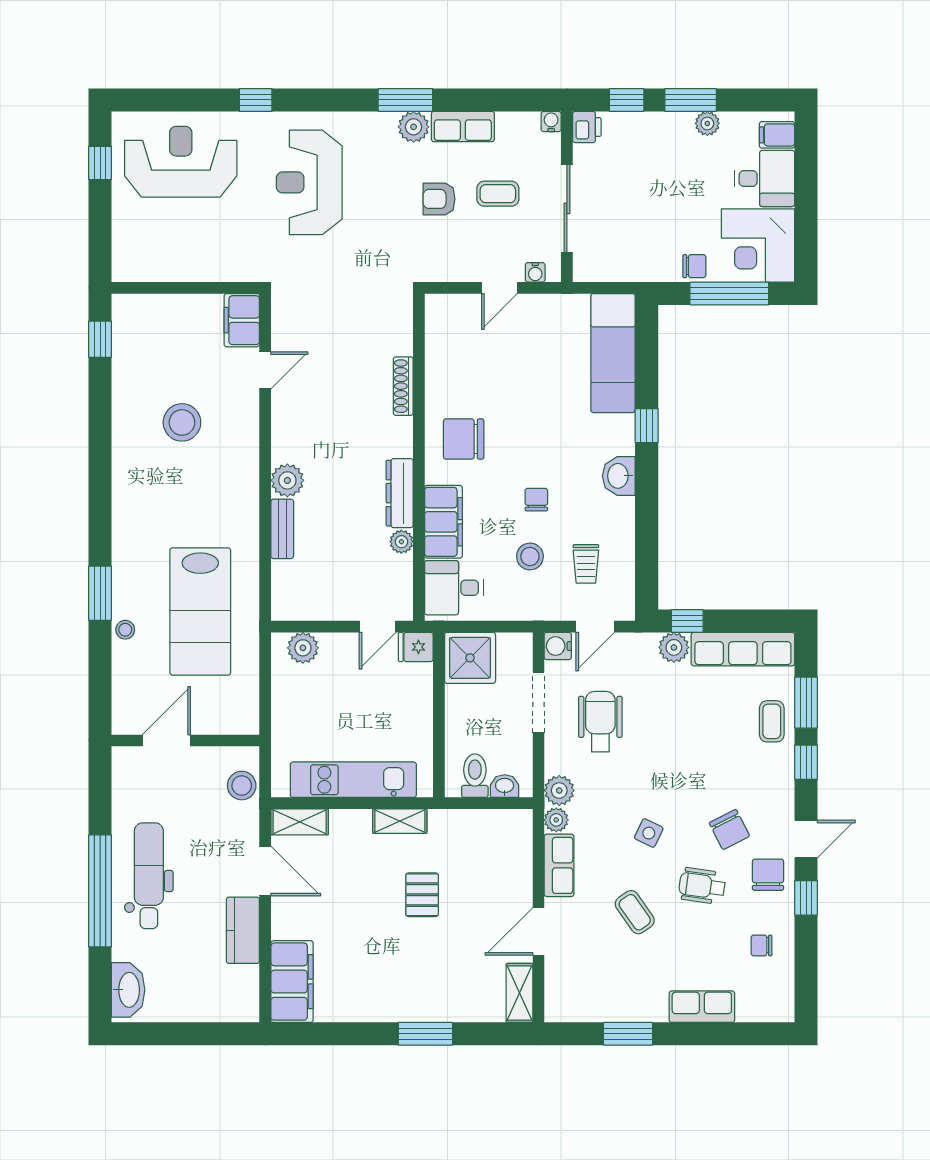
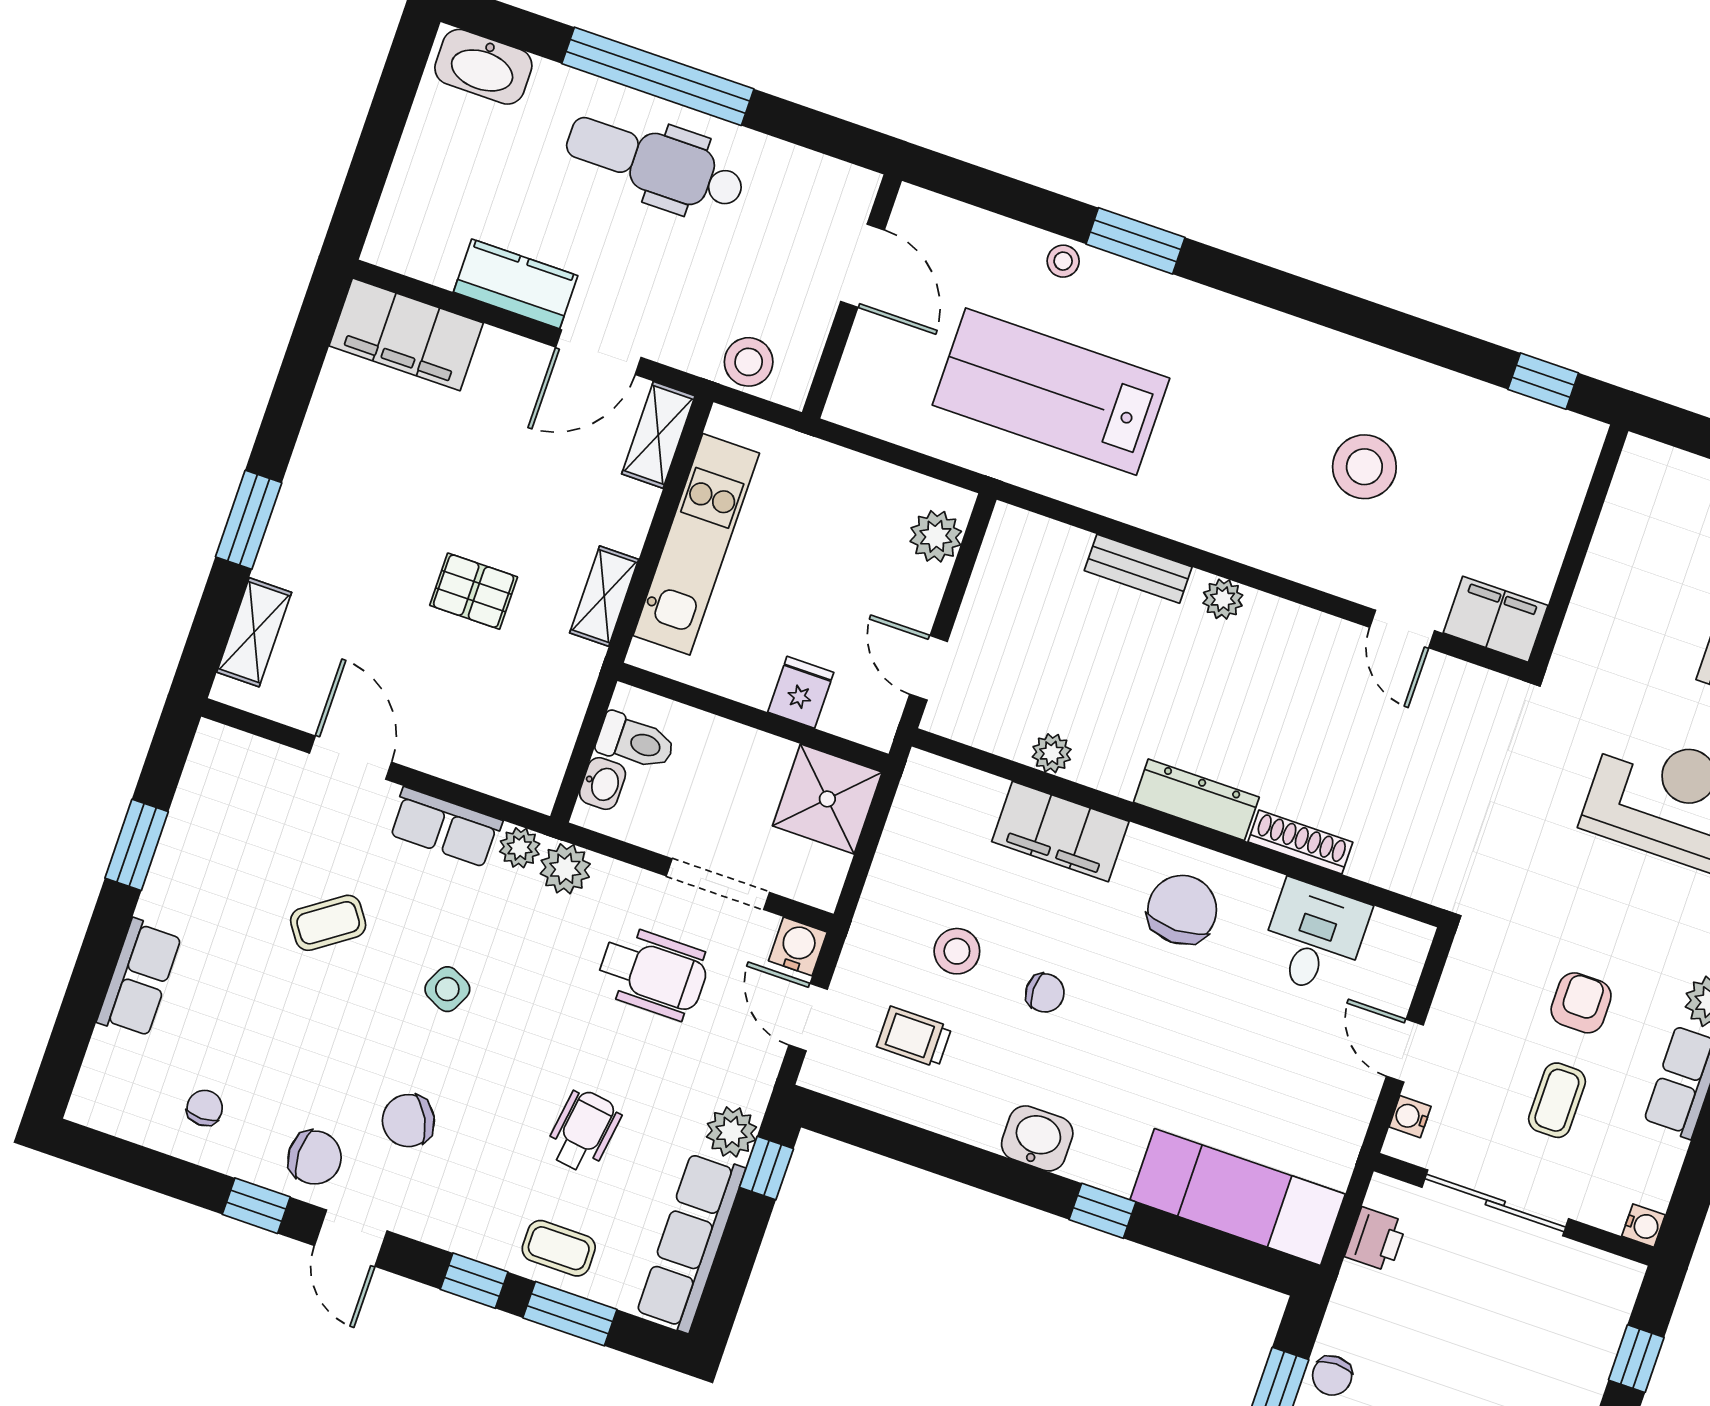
printer: (587, 127) -> (1376, 1239), moved, turned -90
plant: (287, 480) -> (1223, 599), width x0.73, depth x0.73
dresser: (400, 493) -> (1196, 800), moved
desk: (454, 588) -> (1314, 938), moved
fridge: (416, 647) -> (801, 692), moved
dental chair: (149, 876) -> (655, 163), turned 180
wheelchair: (702, 886) -> (583, 1131), moved
shelving: (519, 993) -> (254, 632), moved, turned 90

